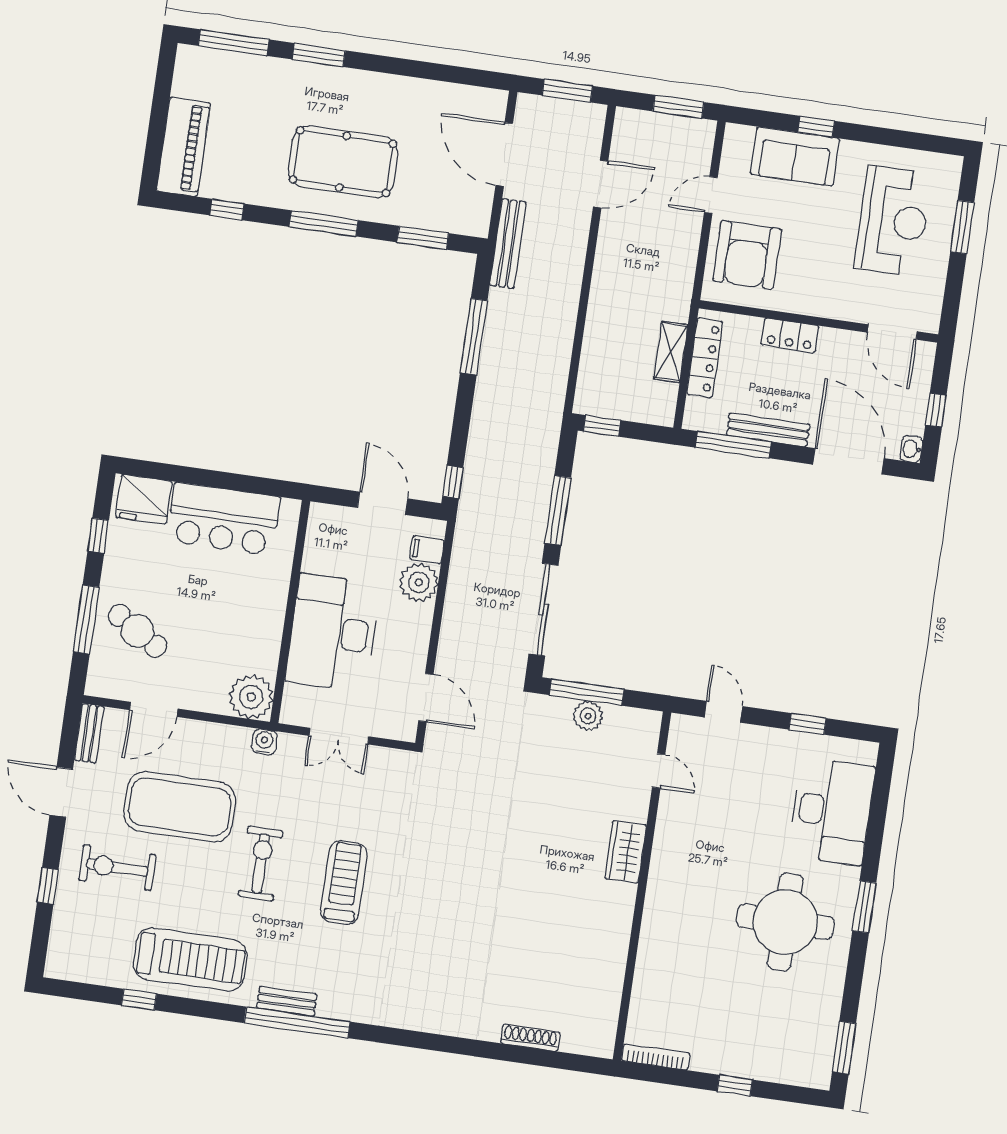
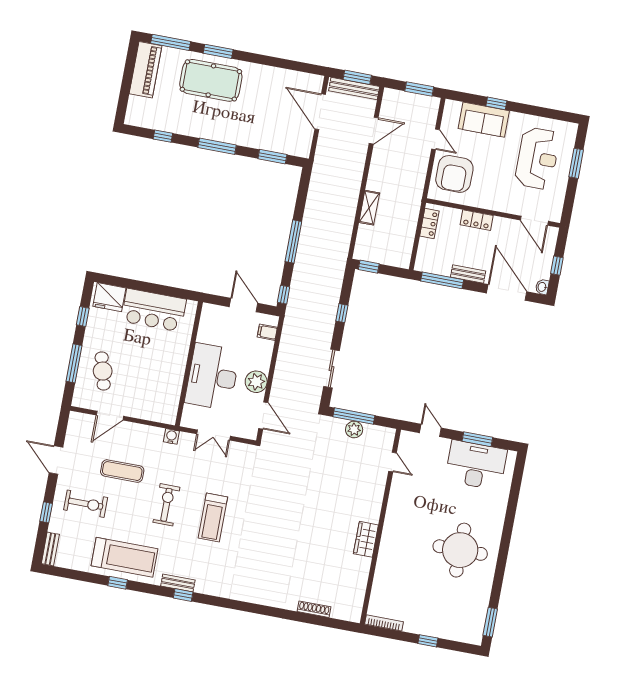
piano: (183, 147) -> (146, 70), moved
pool table: (343, 162) -> (211, 80), moved
door: (711, 195) -> (435, 139), swing flipped
bench: (508, 244) -> (354, 89), moved, turned 90
window: (474, 337) -> (293, 242), moved
shelving: (671, 352) -> (369, 208), moved
locker: (705, 358) -> (429, 223), width x0.66
bench: (768, 430) -> (468, 274), width x0.73
window: (558, 510) -> (342, 313), width x0.46
plant: (419, 582) -> (256, 382), moved
sliding door: (543, 610) -> (332, 369), width x0.73
cafe table: (138, 631) -> (103, 371), turned 43
plant: (251, 697) -> (165, 411), removed
window: (808, 724) -> (477, 439), width x1.50
bench: (89, 733) -> (50, 549), moved
exercise mat: (180, 807) -> (122, 471), width x0.50, depth x0.69
desk: (832, 811) -> (476, 465), moved, turned -90
wardrobe: (626, 852) -> (366, 539), moved
exercise bike: (117, 867) -> (86, 504), turned 180
treadmill: (344, 883) -> (213, 518), turned 180
window: (864, 907) -> (505, 543), removed
window: (139, 1000) -> (118, 583), moved
window: (297, 1022) -> (183, 595), width x0.32

